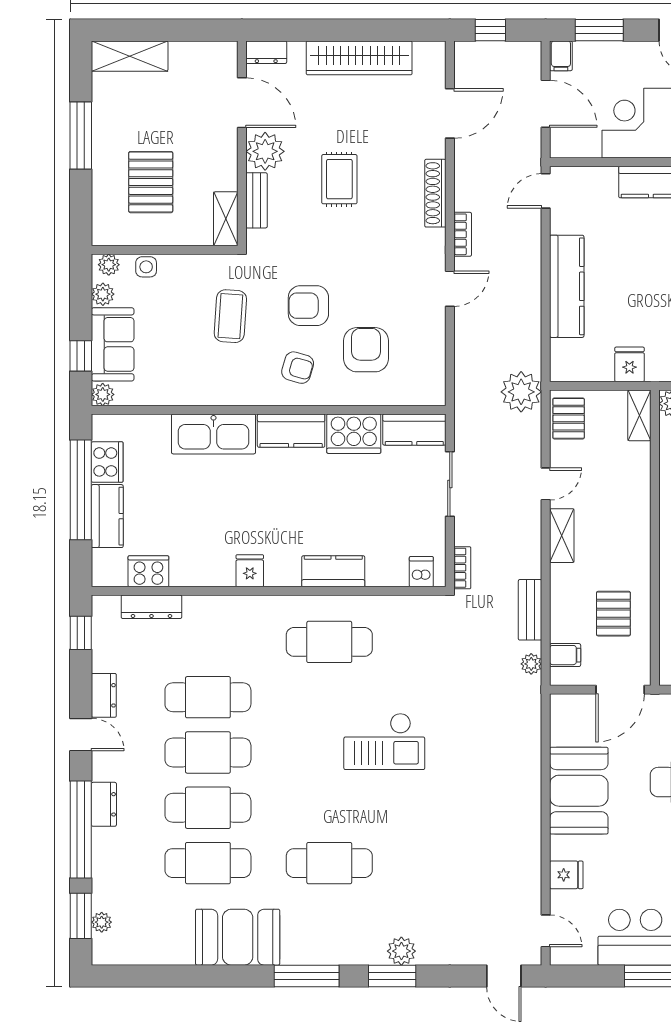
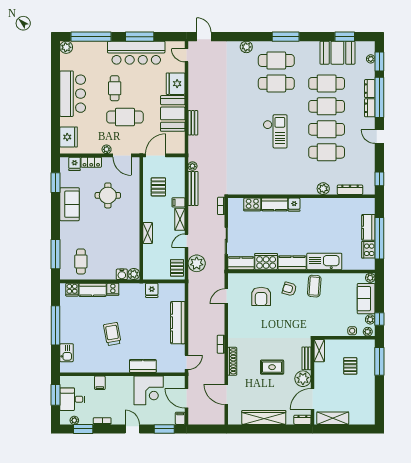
window: (490, 30) -> (209, 429), removed
shelving: (130, 56) -> (333, 418), moved
door: (242, 103) -> (312, 399), hinge flipped
door: (450, 113) -> (226, 394), hinge flipped
window: (81, 136) -> (379, 361), moved
rug: (339, 179) -> (272, 367), turned 90
pallet: (151, 182) -> (350, 366), width x0.67, depth x0.71
door: (450, 289) -> (226, 296), moved
armchair: (308, 306) -> (285, 315), removed
coffee table: (230, 316) -> (314, 286), moved
window: (81, 356) -> (379, 319), moved
plant: (521, 392) -> (197, 263), moved
shelving: (639, 415) -> (148, 233), moved
cooker: (148, 571) -> (252, 204), moved
fridge: (250, 571) -> (294, 205), moved
dishwasher: (421, 572) -> (238, 204), removed
plant: (216, 609) -> (323, 189), added
bench: (530, 610) -> (193, 188), width x1.36
cafe table: (329, 642) -> (276, 60), moved
filing cabinet: (565, 655) -> (178, 202), moved
dresser: (104, 695) -> (370, 89), moved
checkout: (384, 741) -> (275, 131), moved, turned 90
bench: (530, 768) -> (193, 123), added
fridge: (566, 875) -> (176, 84), width x1.88, depth x1.34
booth: (238, 937) -> (337, 53), moved
window: (392, 976) -> (345, 37), moved

